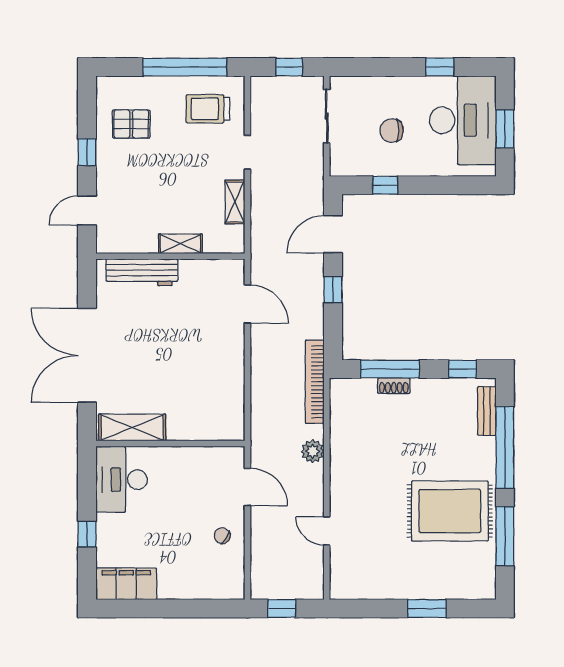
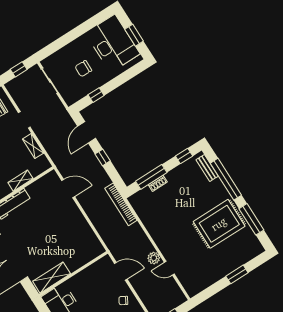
window: (440, 67) -> (87, 26), removed
plant: (313, 451) -> (154, 258), moved

